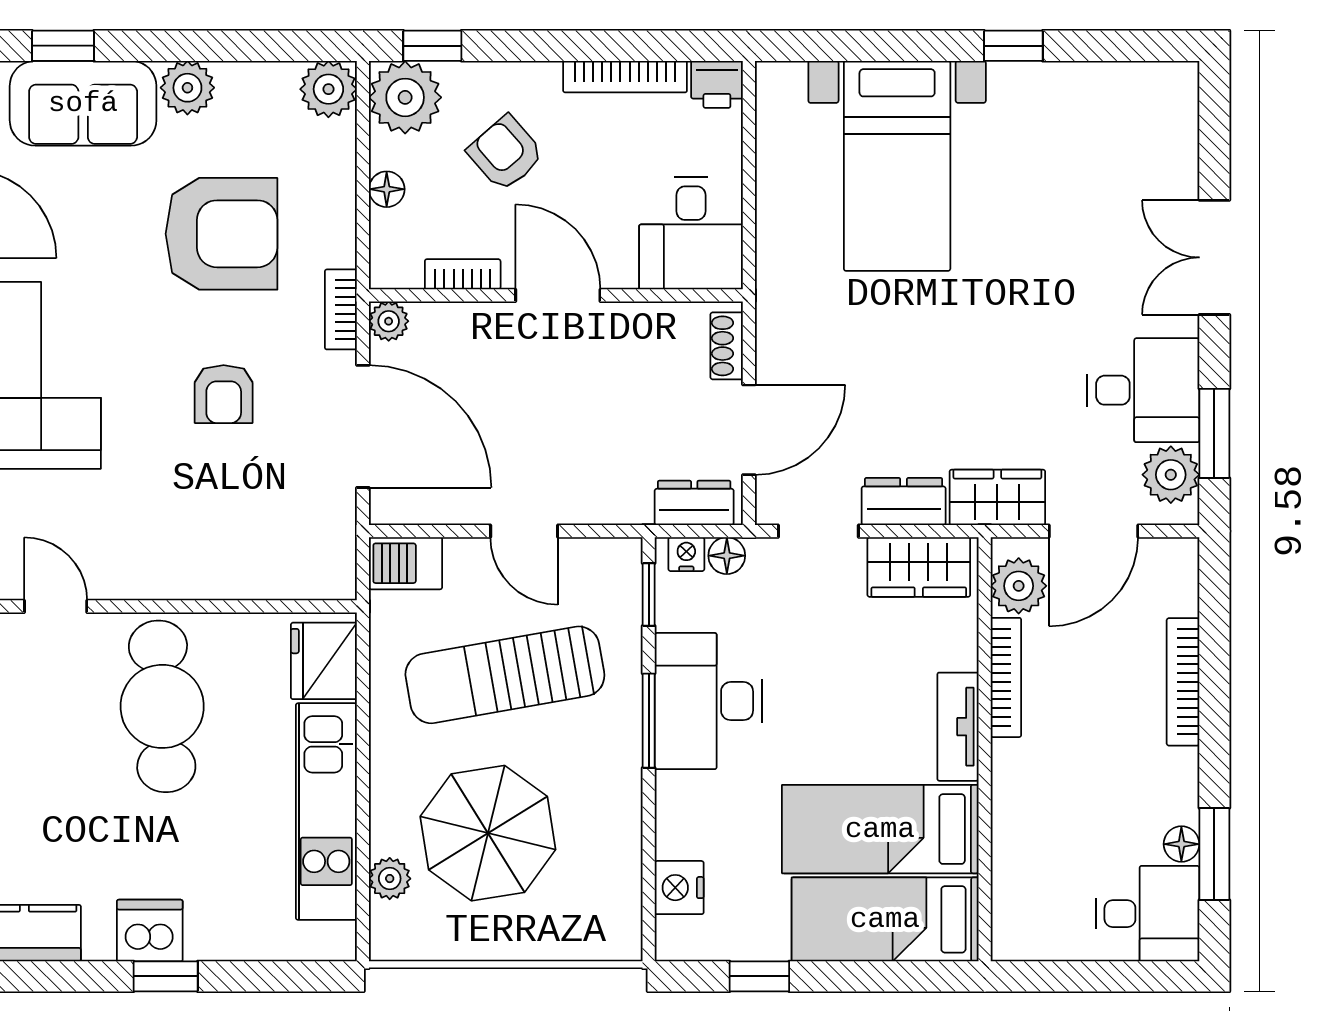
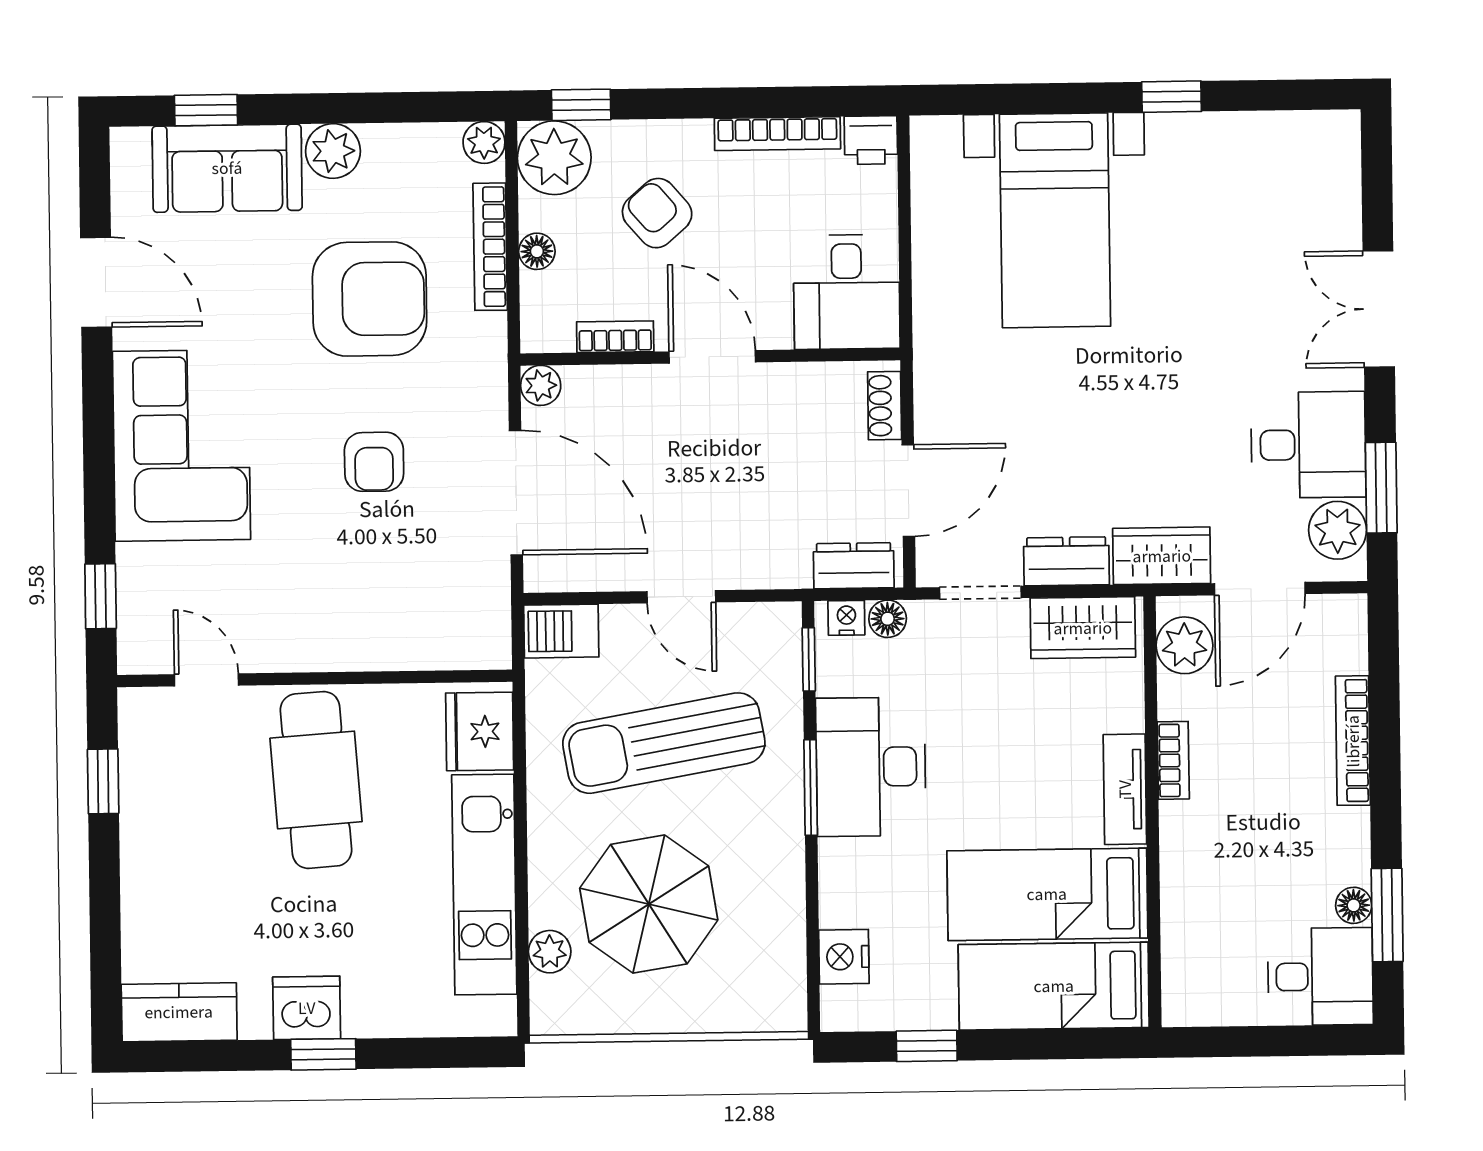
plant: (328, 89) -> (484, 142), width x0.73, depth x0.73
bookcase: (341, 309) -> (490, 247), moved, width x1.56
bookcase: (1006, 677) -> (1173, 760), width x0.64

